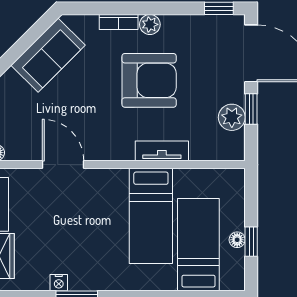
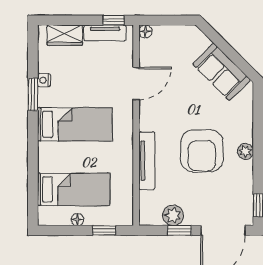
bookcase: (119, 22) -> (247, 127), removed
tv unit: (162, 151) -> (147, 161), width x1.41
bed: (151, 216) -> (75, 124), moved, turned 180
window: (251, 242) -> (104, 230), moved

